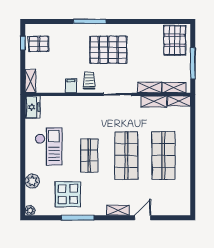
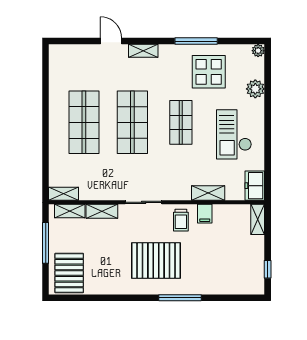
pallet: (39, 44) -> (247, 268), removed
shelving: (154, 101) -> (208, 193), moved
door: (143, 218) -> (111, 41), swing flipped

